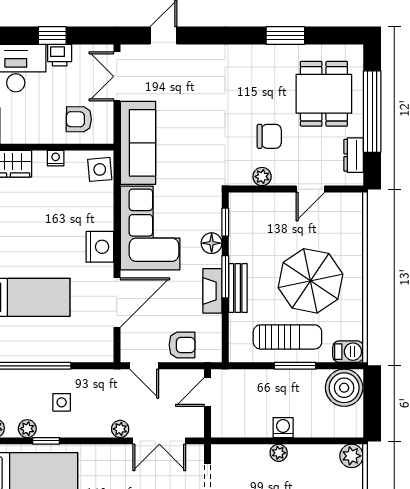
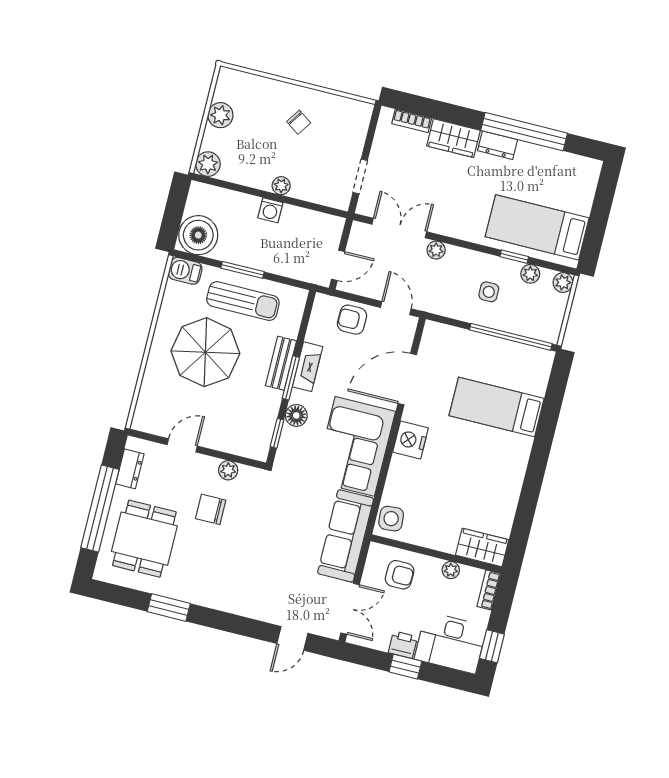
plant: (32, 136) -> (451, 570), added
nightstand: (56, 158) -> (433, 541), removed
sun lounger: (287, 337) -> (243, 301), turned 180

